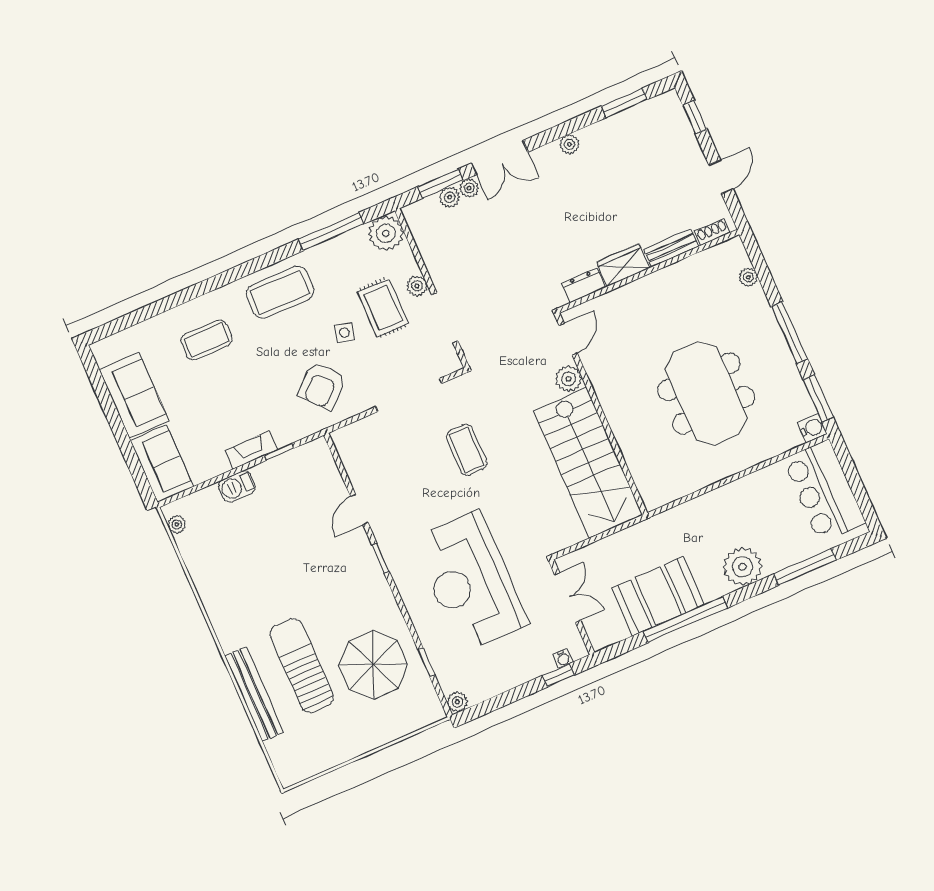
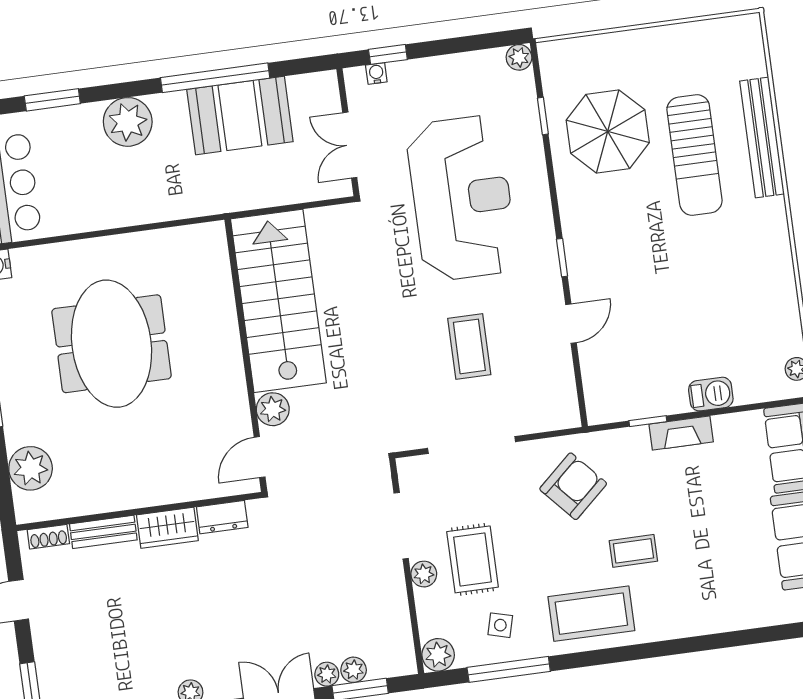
plant: (386, 233) -> (438, 655), width x0.73, depth x0.73
plant: (748, 277) -> (31, 468), width x1.87, depth x1.87
side table: (344, 333) -> (500, 625), moved
coffee table: (207, 340) -> (633, 551), moved, width x0.73, depth x0.77
coffee table: (467, 450) -> (469, 346), moved
window: (805, 567) -> (52, 100), width x0.69

